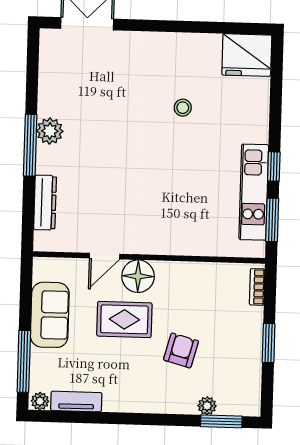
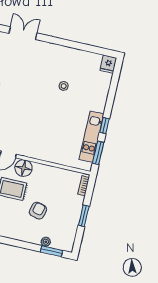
fridge: (247, 55) -> (108, 64), width x0.53, depth x0.75

